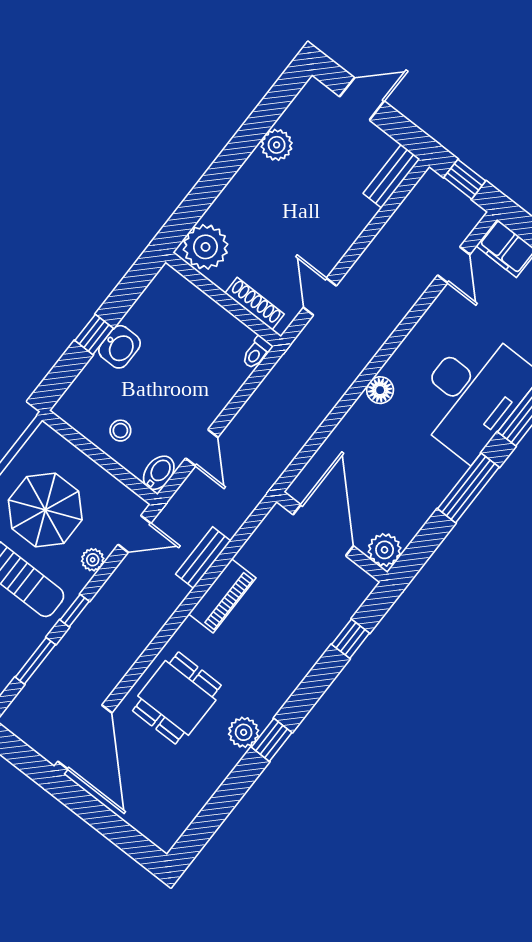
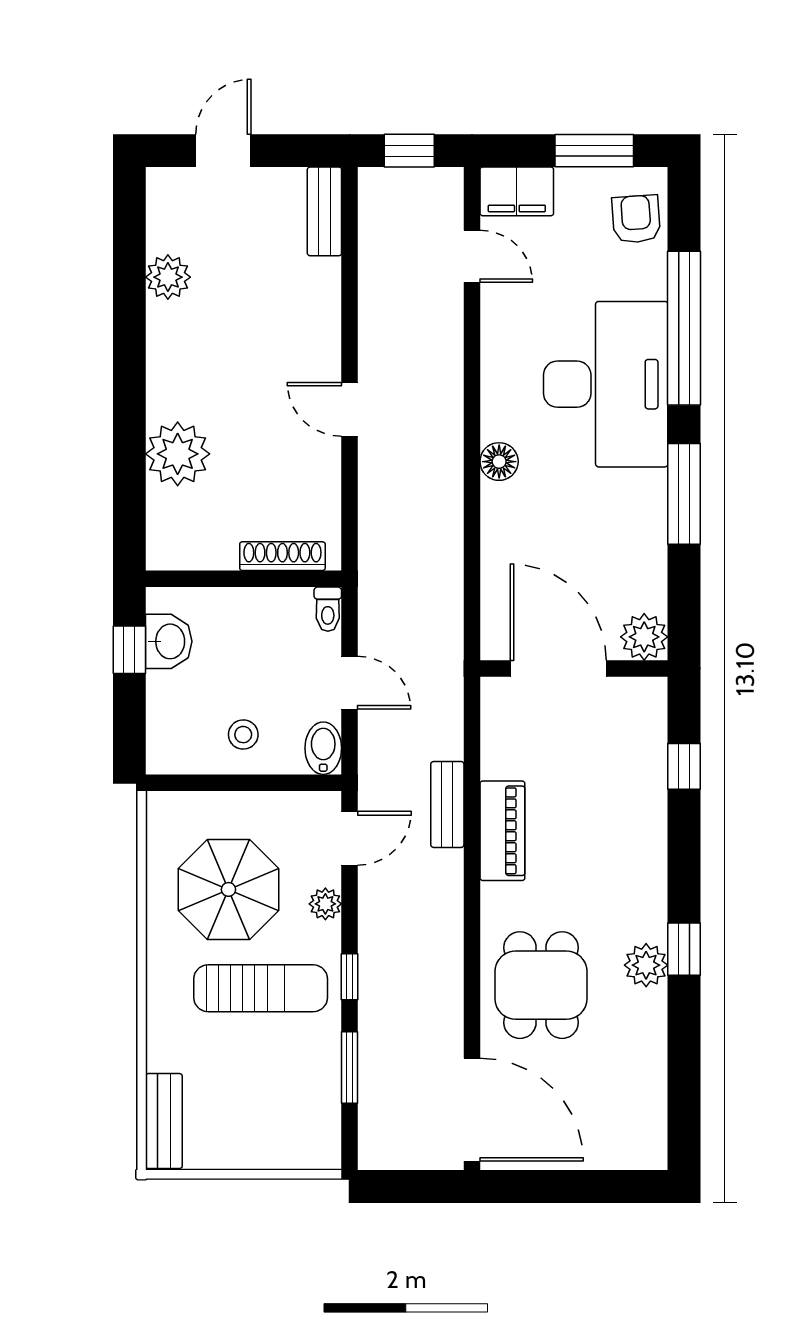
wall: (223, 299) -> (244, 579), moved
shoe rack: (255, 304) -> (282, 556), moved
toilet: (257, 353) -> (328, 609), moved

